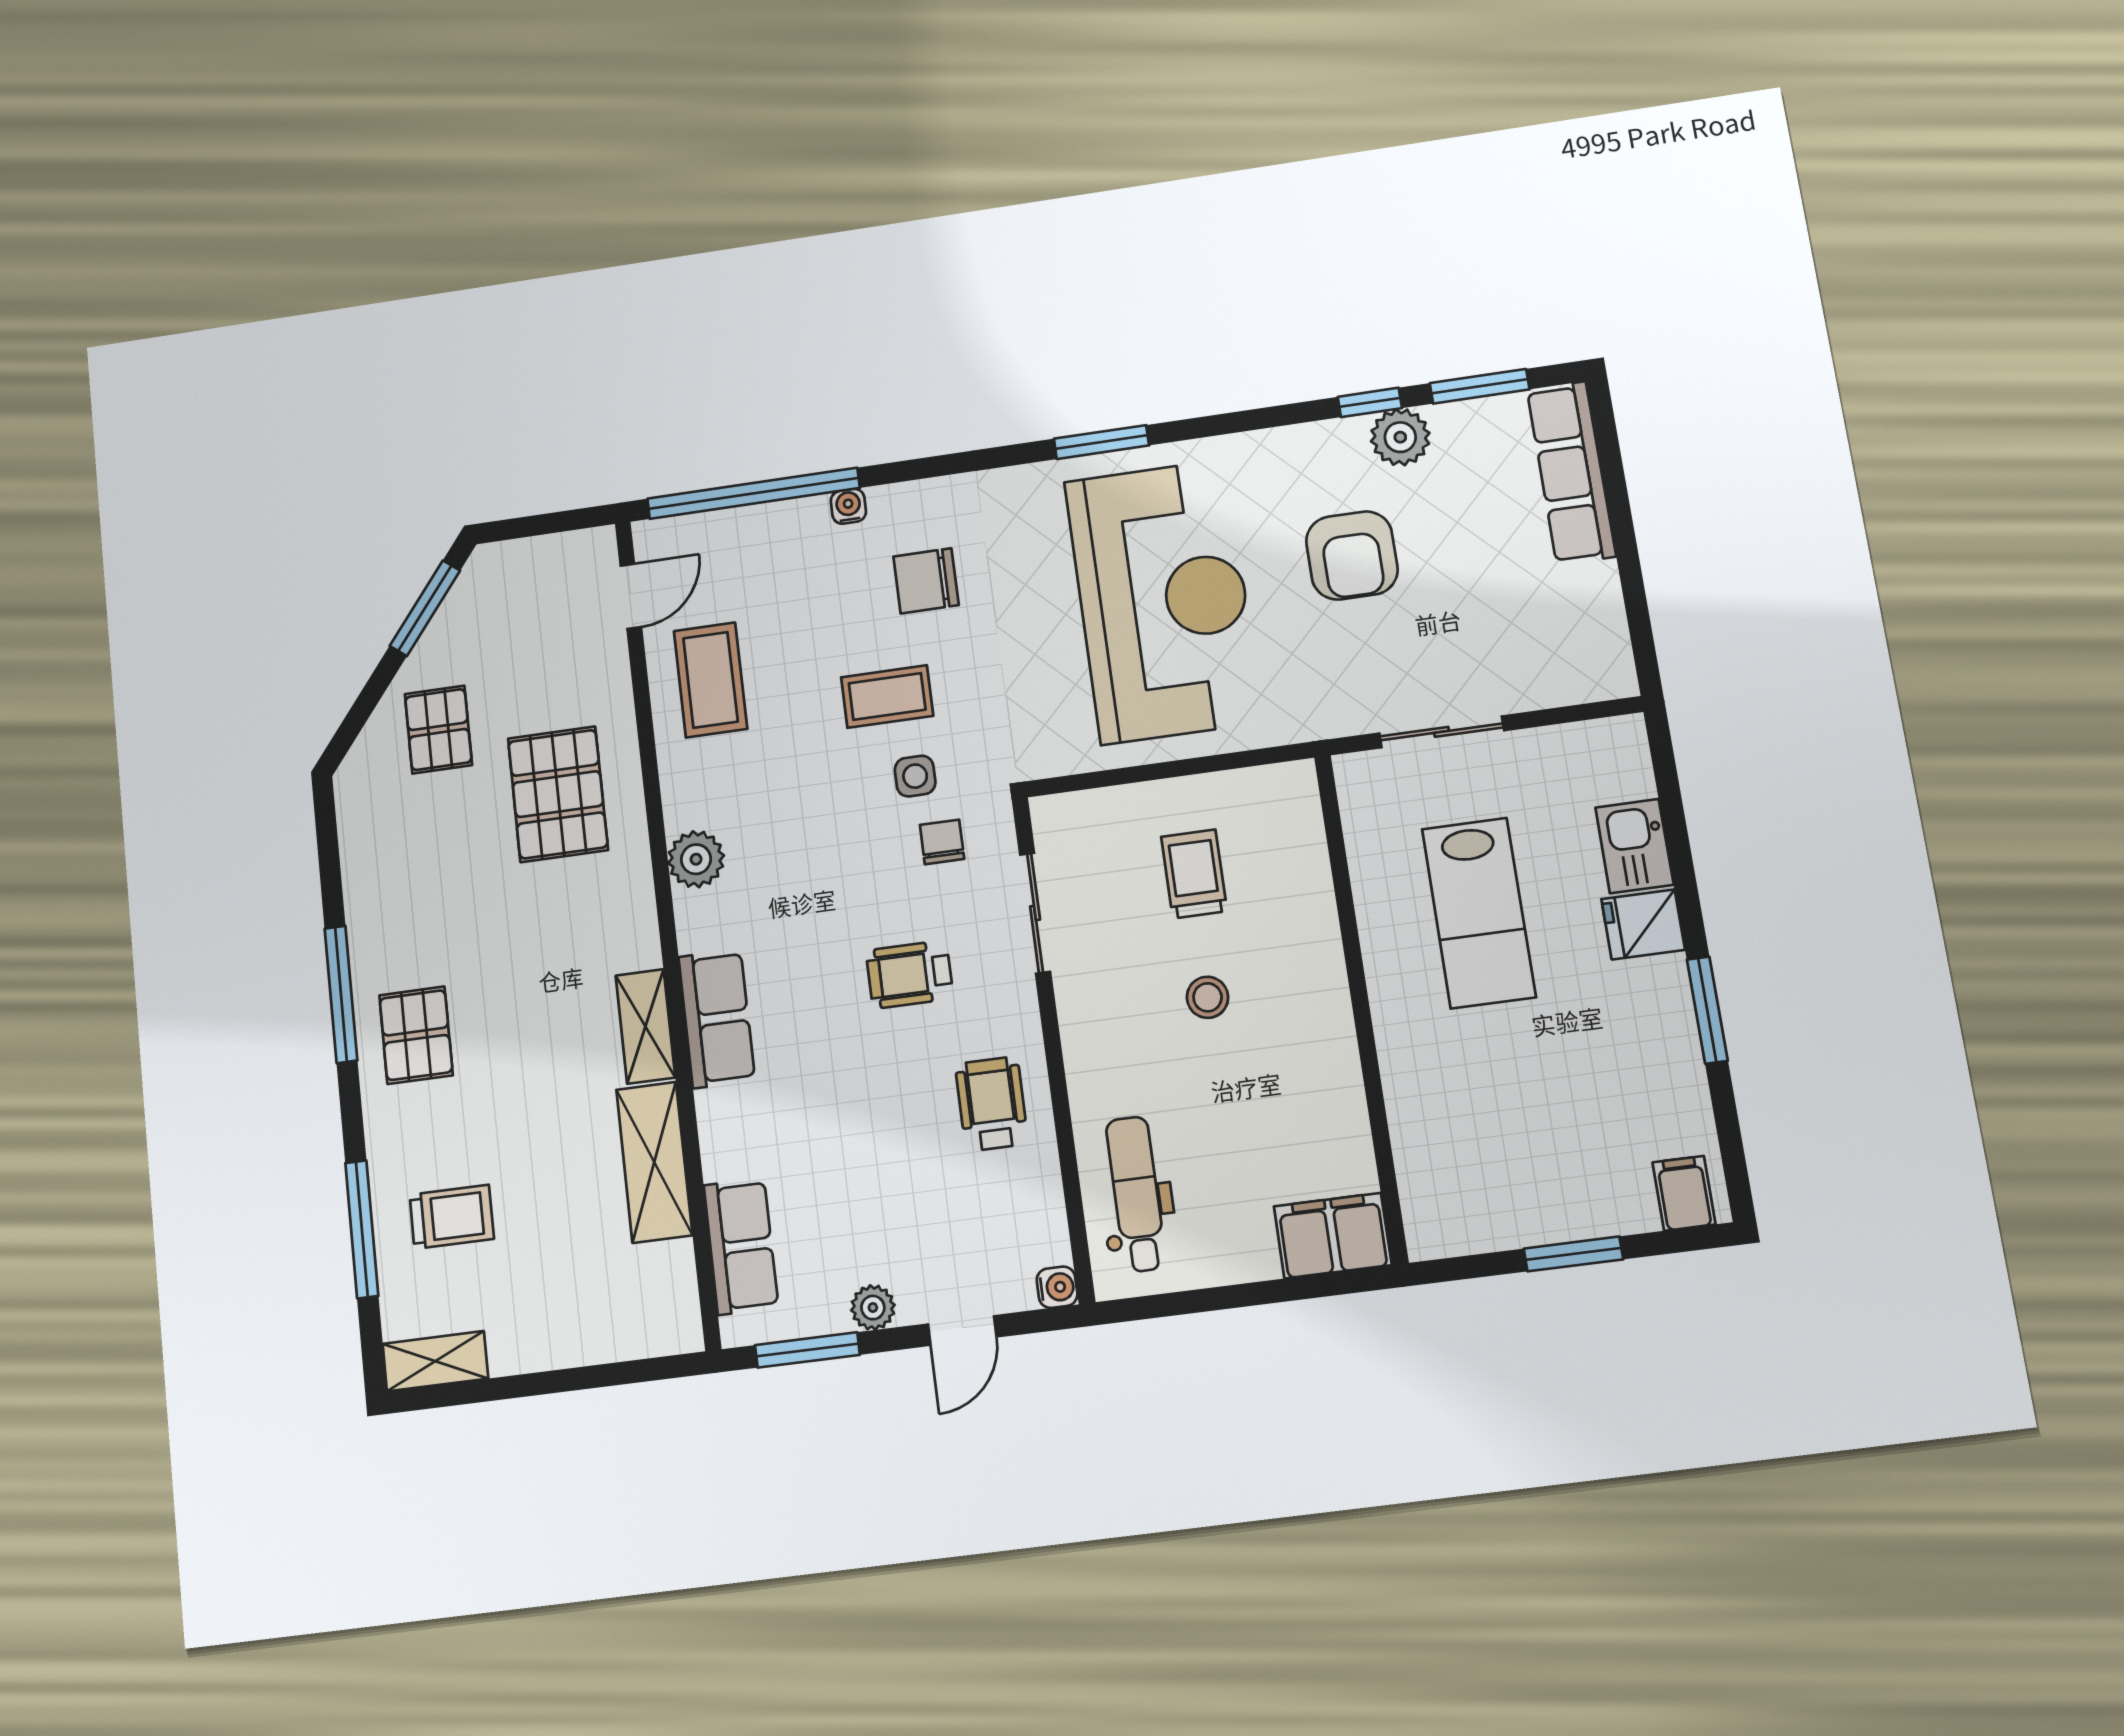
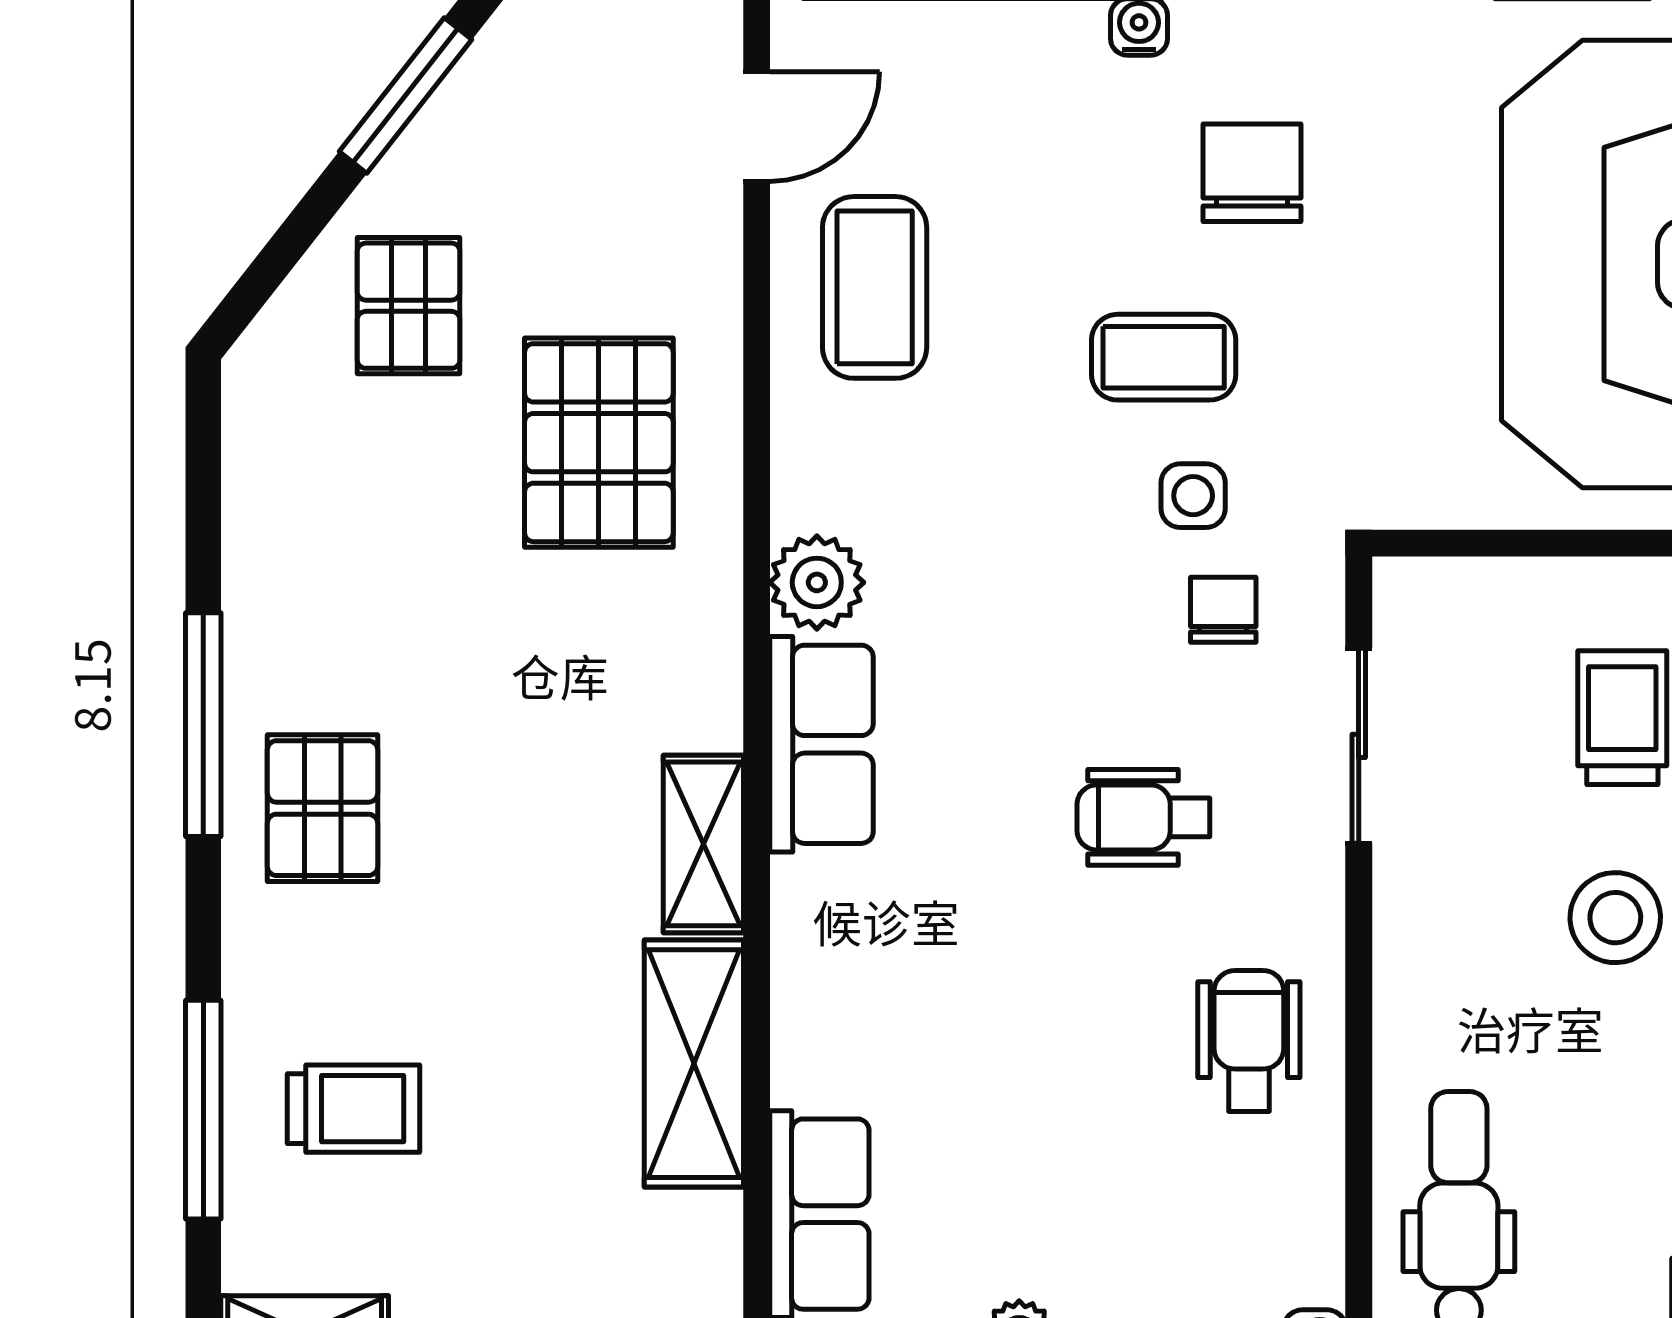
chair: (926, 581) -> (1252, 173), turned 90
stool: (1208, 997) -> (1615, 918), width x1.37, depth x1.37
row of seats: (717, 1018) -> (822, 744), moved

